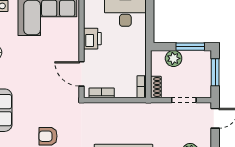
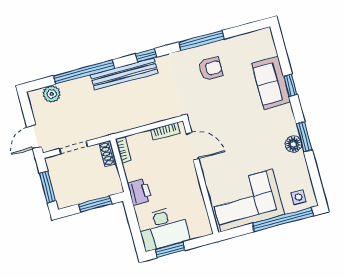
printer: (92, 39) -> (140, 192), moved, turned 180
window: (190, 47) -> (95, 204), moved
plant: (174, 58) -> (97, 190), removed

